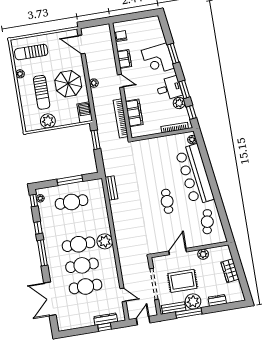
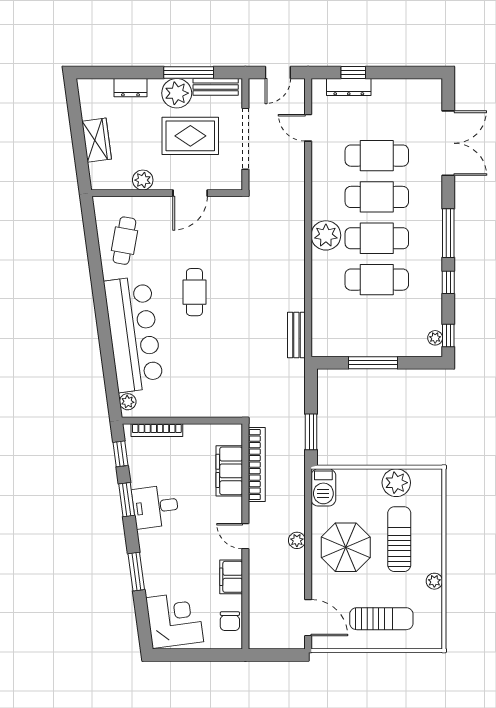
sun lounger: (31, 52) -> (381, 619), moved
corner desk: (158, 59) -> (175, 620), moved
plant: (179, 103) -> (141, 475), removed
cafe table: (72, 202) -> (377, 280), moved

